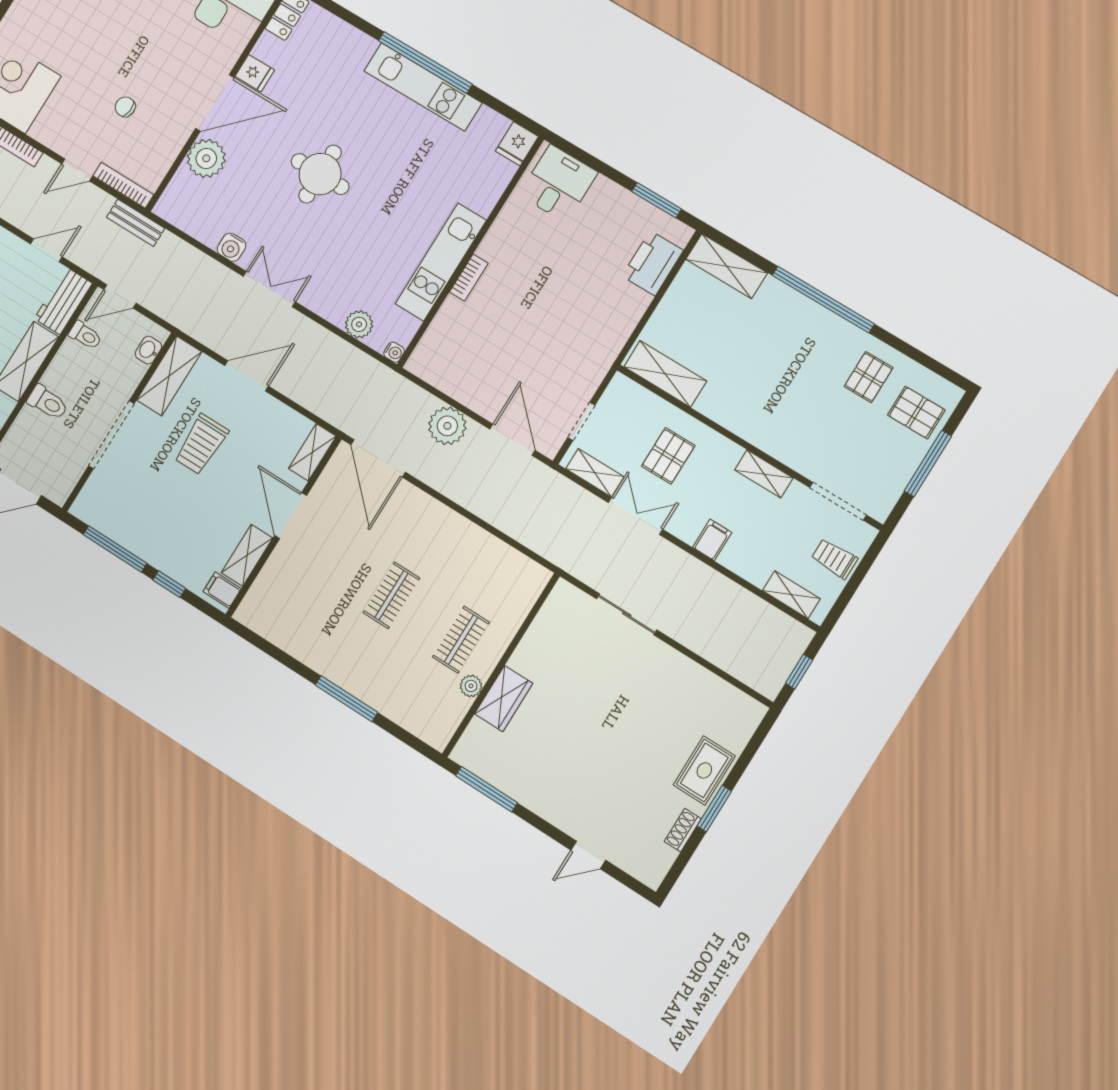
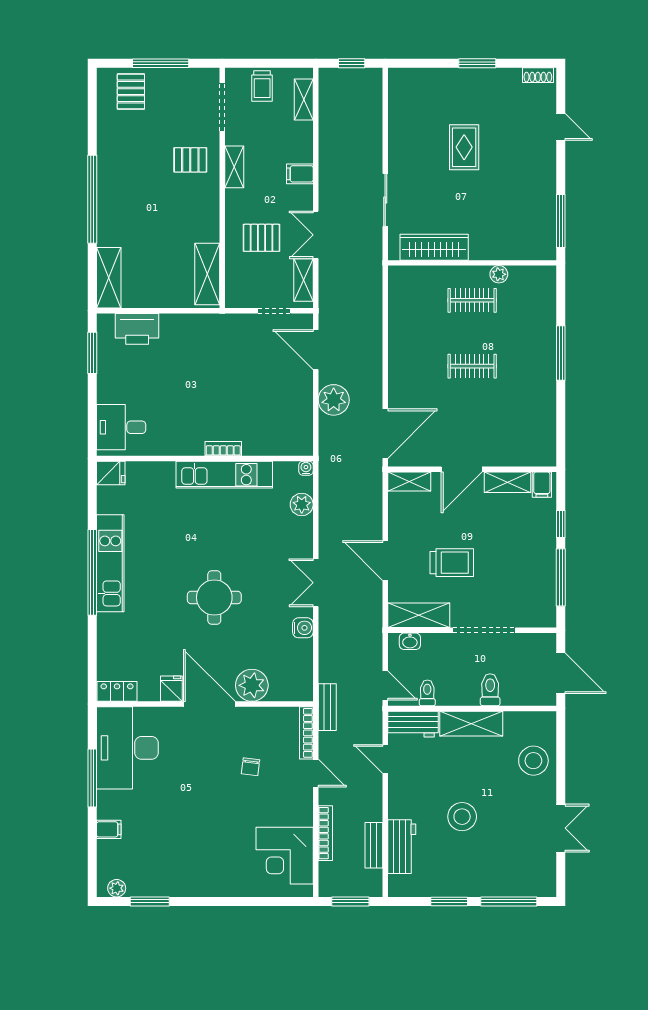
pallet: (869, 377) -> (190, 160), moved
door: (512, 440) -> (316, 350), hinge flipped
wardrobe: (504, 699) -> (434, 247), moved, width x1.50
rug: (704, 770) -> (464, 147), moved, turned 90
shoe rack: (683, 830) -> (538, 75), moved

